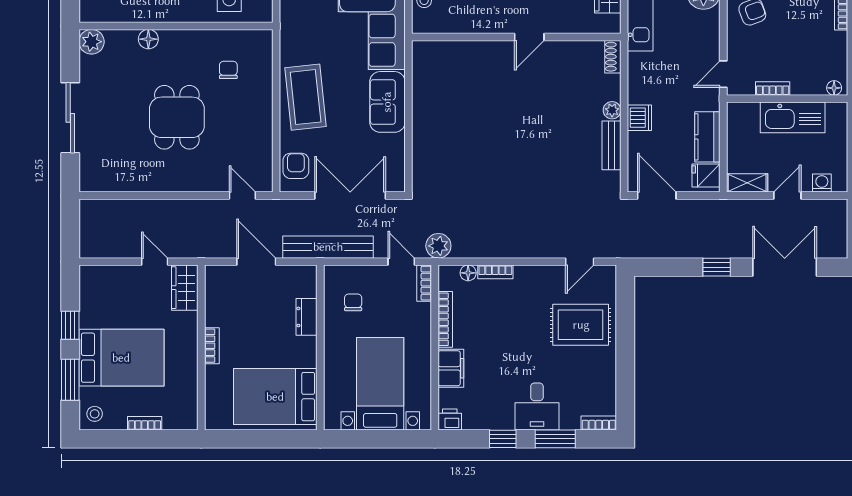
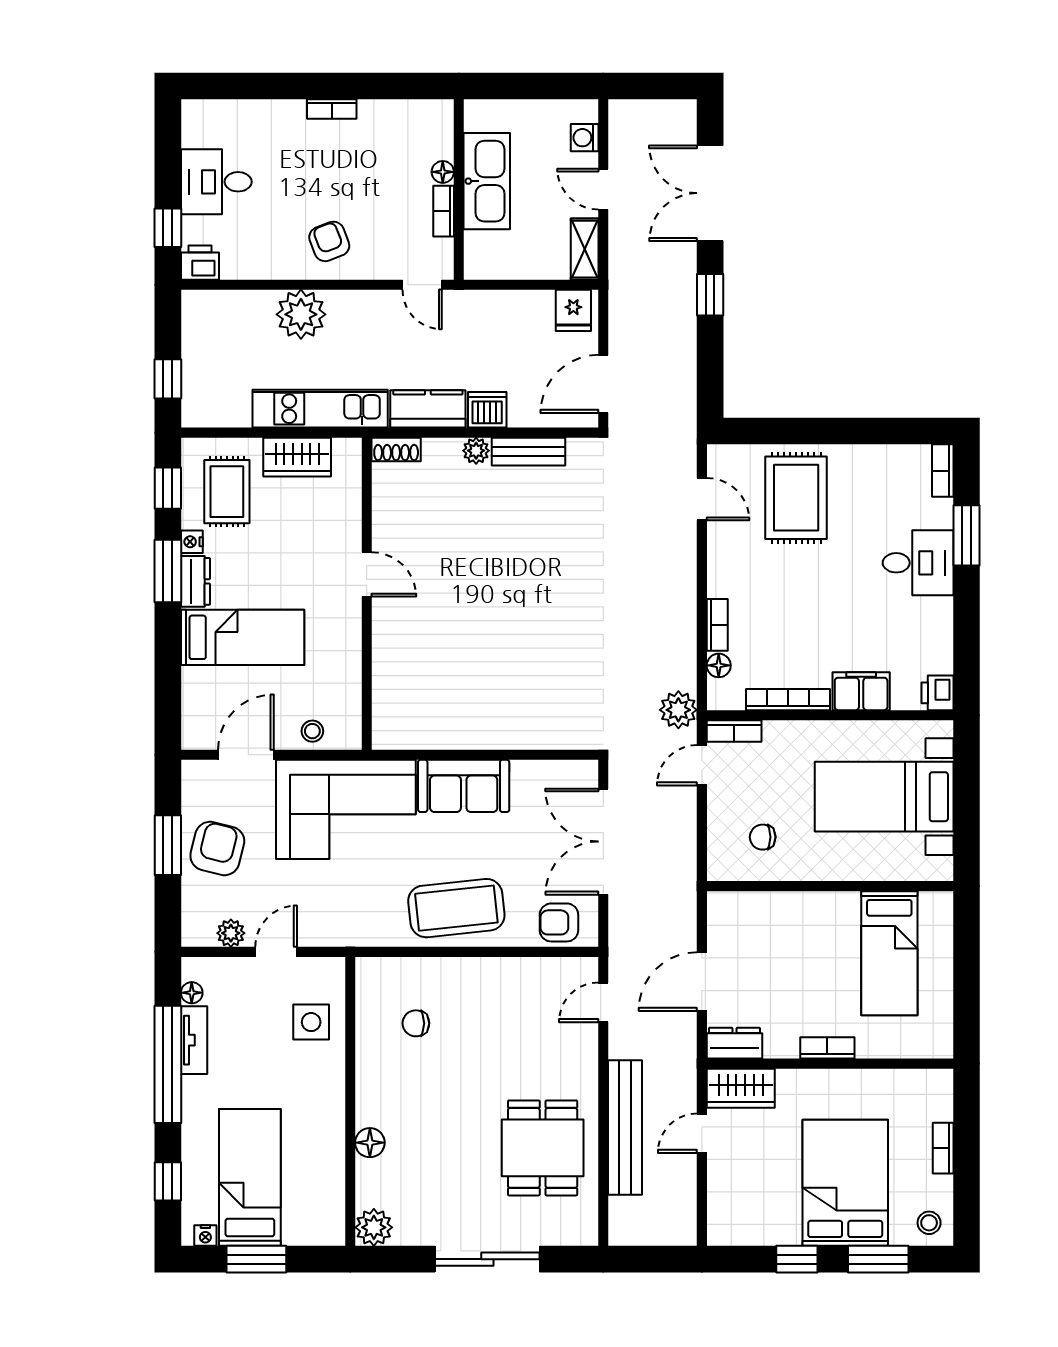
floor lamp: (834, 88) -> (443, 172), moved
dining table: (177, 117) -> (543, 1148), moved, turned 90
kitchen counter: (707, 137) -> (428, 409), moved, turned 180
bench: (328, 247) -> (625, 1127), moved
dresser: (307, 317) -> (734, 1043), moved, turned 180
bed: (275, 397) -> (889, 953), width x0.67
window: (503, 439) -> (966, 614), removed

